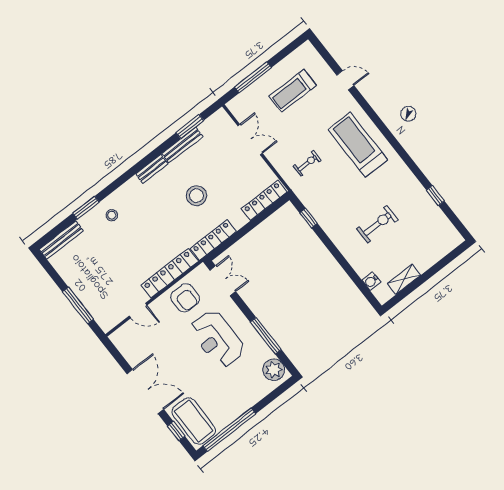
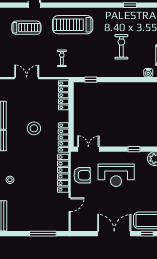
treadmill: (293, 91) -> (26, 28), moved, turned -90
window: (266, 336) -> (134, 149), width x0.46

